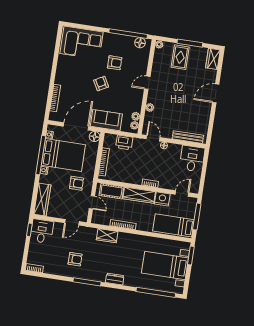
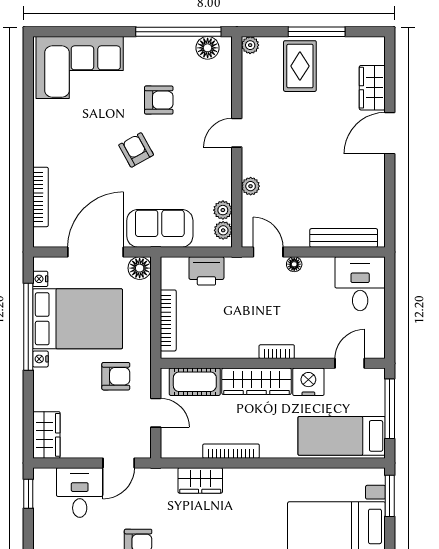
wardrobe: (213, 59) -> (372, 88), moved
wardrobe: (42, 200) -> (46, 435), width x0.67
desk: (42, 231) -> (80, 493), moved

